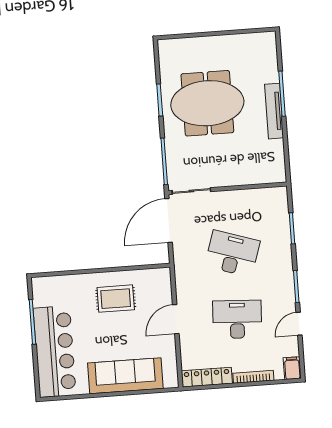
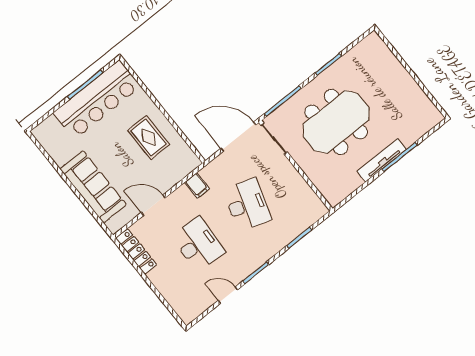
meeting table: (207, 103) -> (336, 122), moved, turned 90
door: (176, 319) -> (153, 205), moved
bar counter: (55, 352) -> (97, 100), moved
filing cabinet: (292, 368) -> (197, 186), moved, turned 90
bookcase: (253, 377) -> (162, 288), removed

